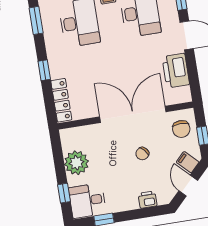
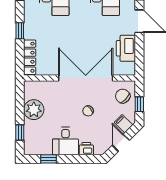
chair: (181, 129) -> (123, 96), turned 134
desk: (87, 201) -> (65, 141), moved, turned -90

